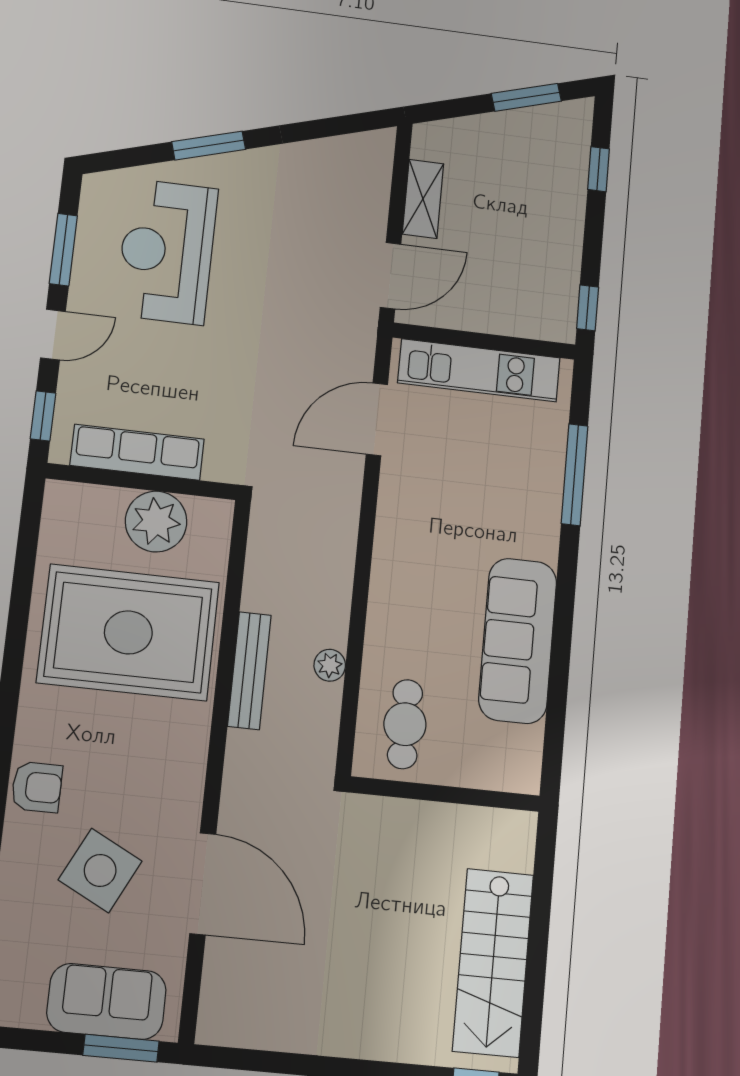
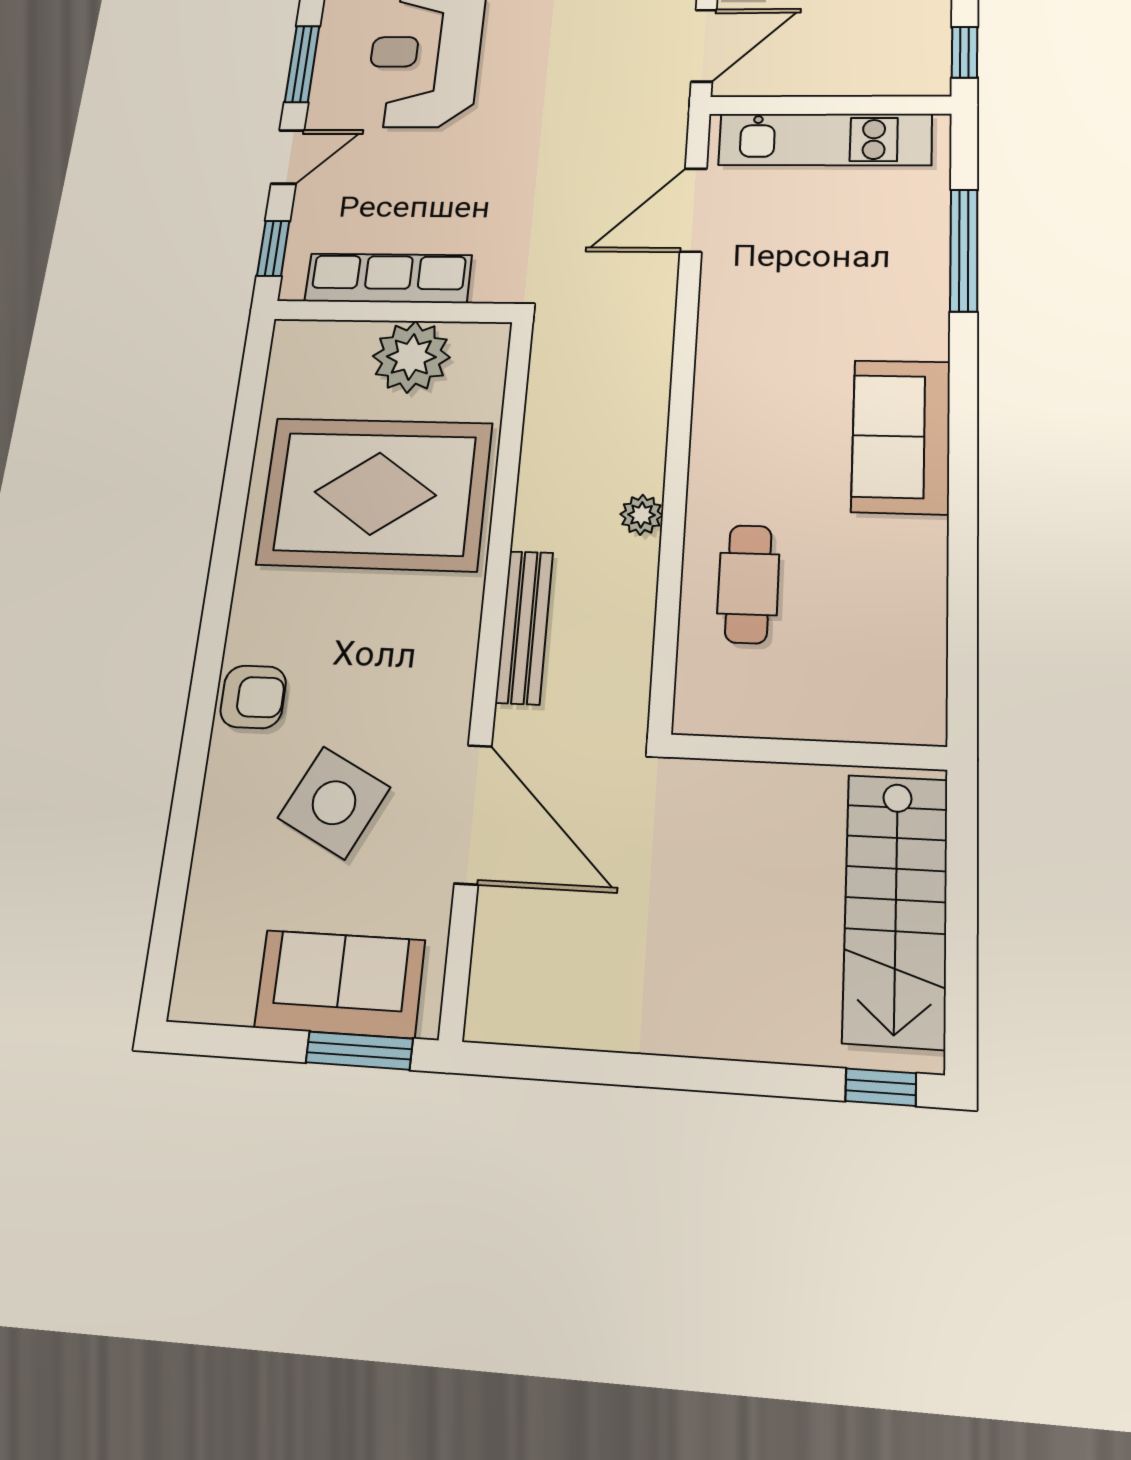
sofa: (518, 641) -> (901, 436), width x0.73
bench: (249, 671) -> (524, 627), moved
wall: (445, 794) -> (807, 752), moved

